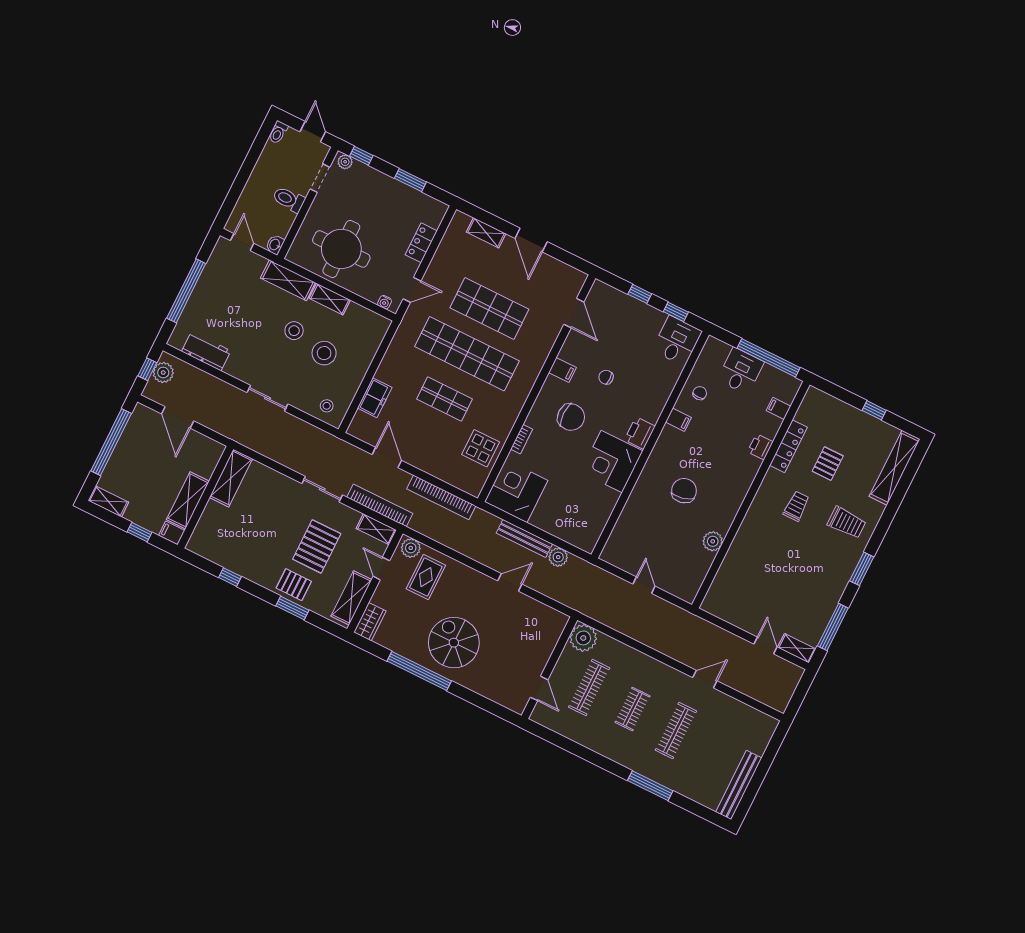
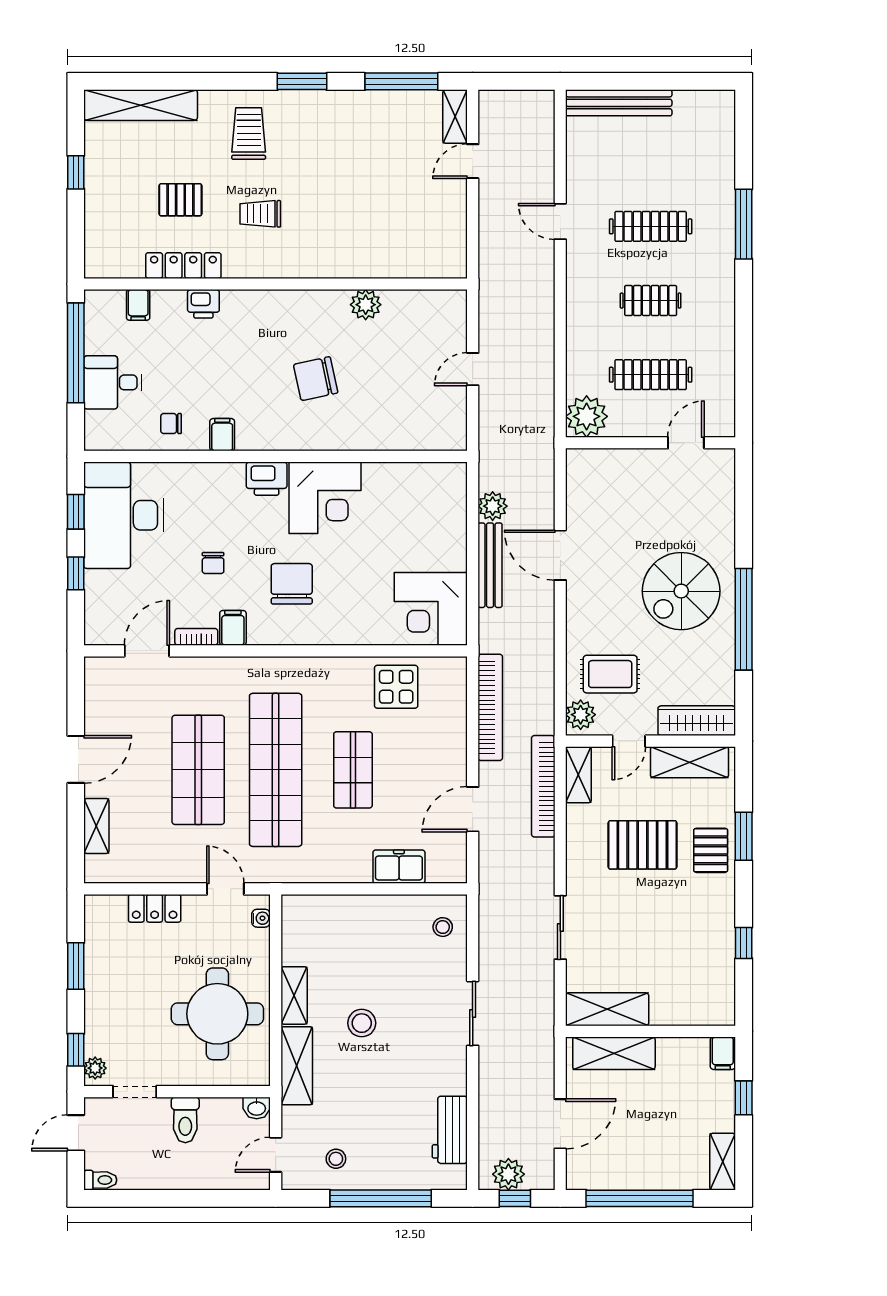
desk: (677, 341) -> (124, 515), width x1.87, depth x1.30
stool: (324, 353) -> (336, 1159), moved, width x0.53, depth x0.53
bookcase: (522, 439) -> (196, 637), moved
sliding door: (322, 489) -> (560, 927), moved
shelving: (188, 500) -> (614, 1053), moved
door: (510, 582) -> (560, 555), width x1.38
wardrobe: (370, 622) -> (697, 721), width x1.50
bench: (739, 785) -> (619, 103), moved

